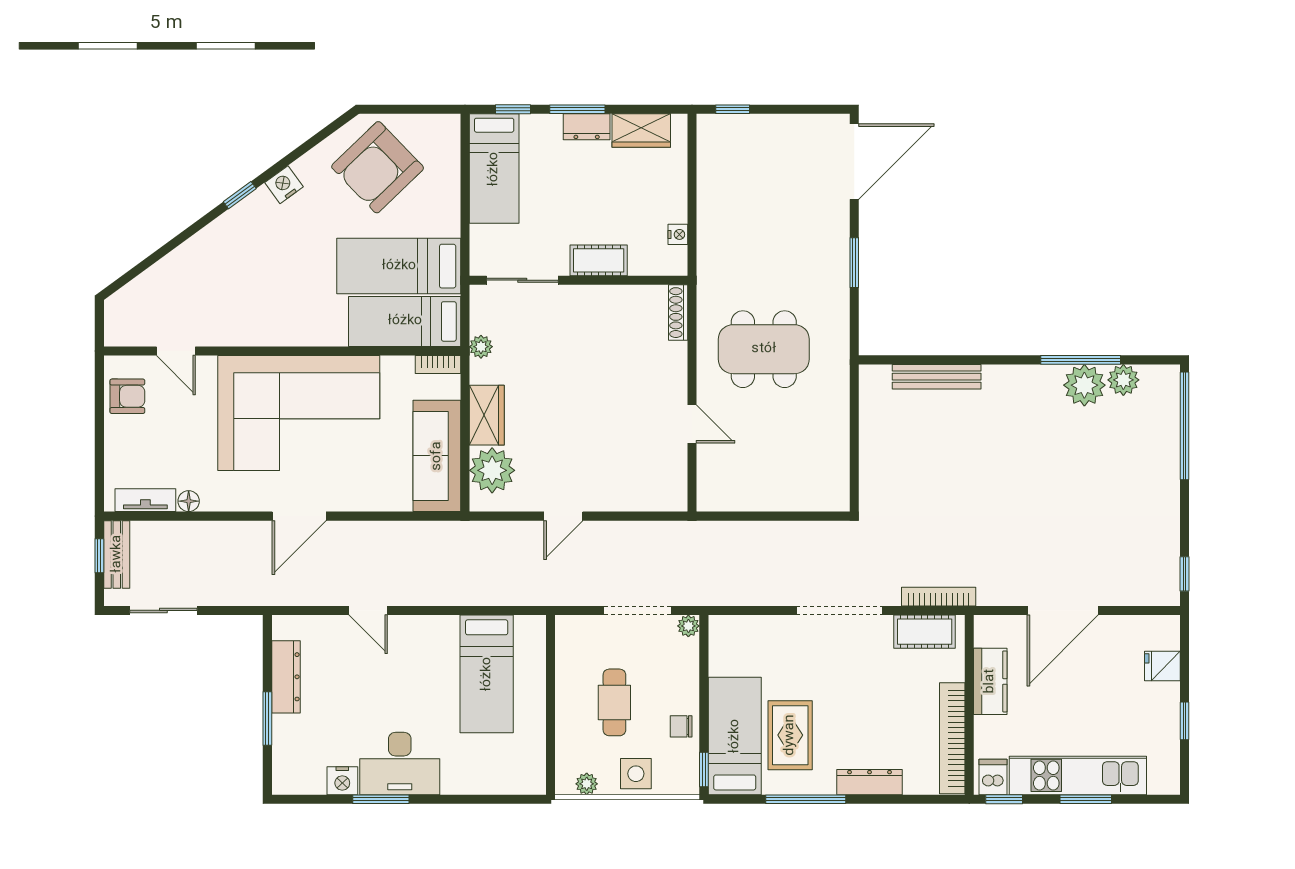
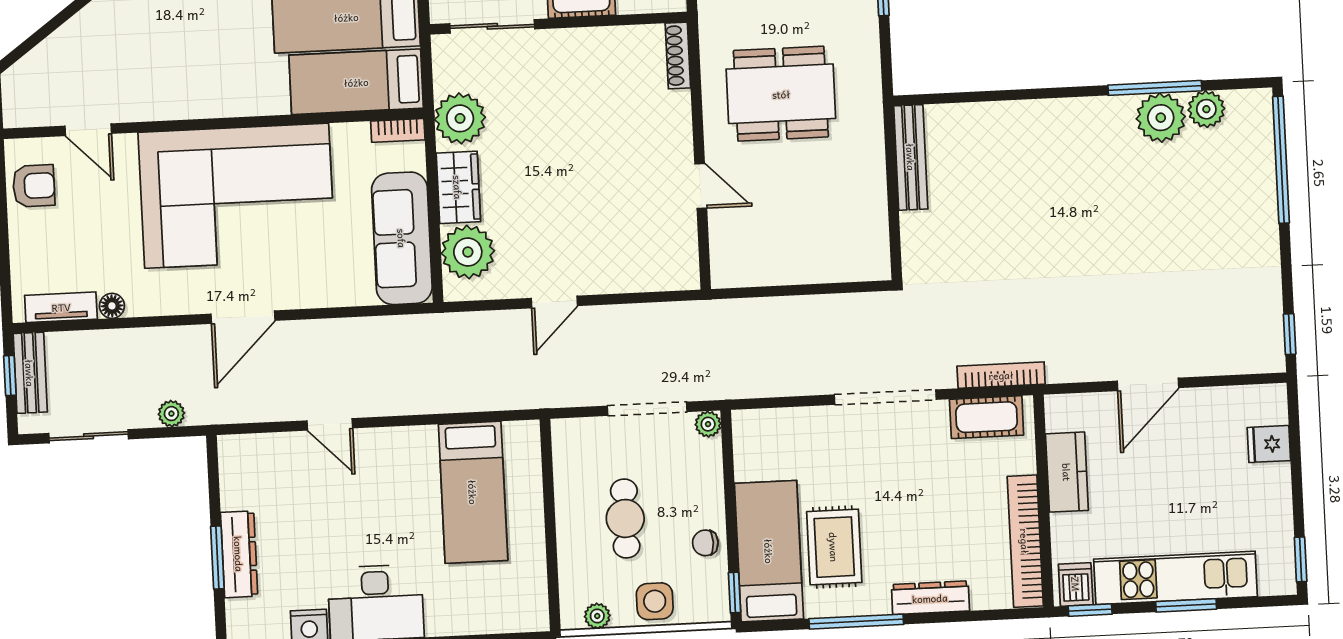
plant: (481, 347) -> (460, 118), width x1.88, depth x1.88
bench: (937, 377) -> (911, 157), moved, turned 90
plant: (234, 595) -> (171, 414), added
door: (1063, 610) -> (1148, 384), width x0.73
dresser: (286, 677) -> (239, 554), moved
window: (1185, 721) -> (1301, 559), moved

